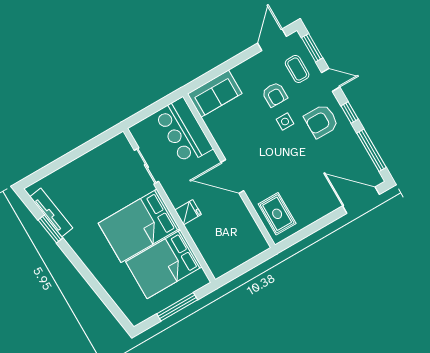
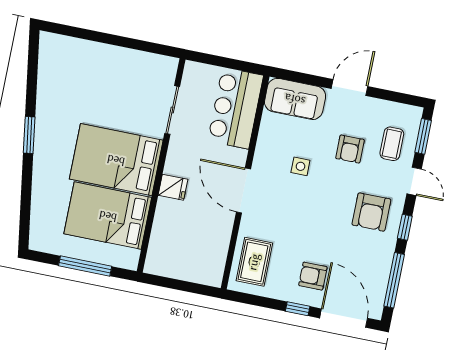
door: (272, 40) -> (350, 87), moved
armchair: (321, 121) -> (371, 212), turned -90
side table: (285, 122) -> (300, 166), moved
armchair: (320, 191) -> (313, 276), added
tv unit: (51, 212) -> (46, 75), removed
window: (328, 219) -> (298, 309), added
window: (50, 229) -> (29, 135), moved

